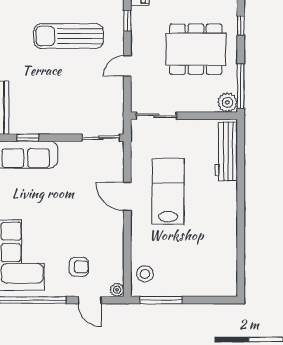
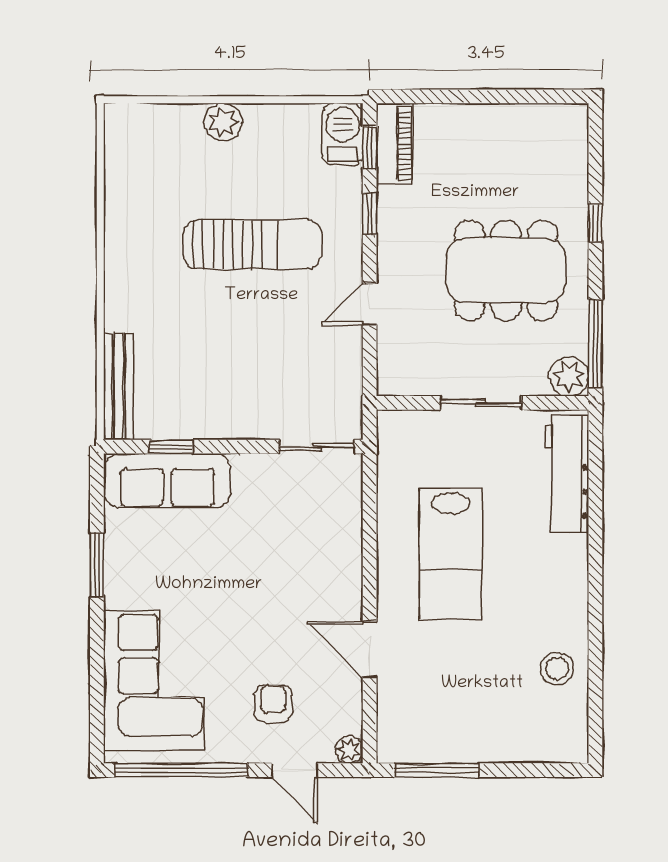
sun lounger: (69, 36) -> (253, 244), turned 180
sliding door: (156, 116) -> (481, 403), moved
lab bench: (168, 191) -> (451, 554), turned 180
door: (127, 196) -> (370, 649), moved
armchair: (79, 267) -> (273, 704), turned -90
stool: (145, 274) -> (557, 669), moved

